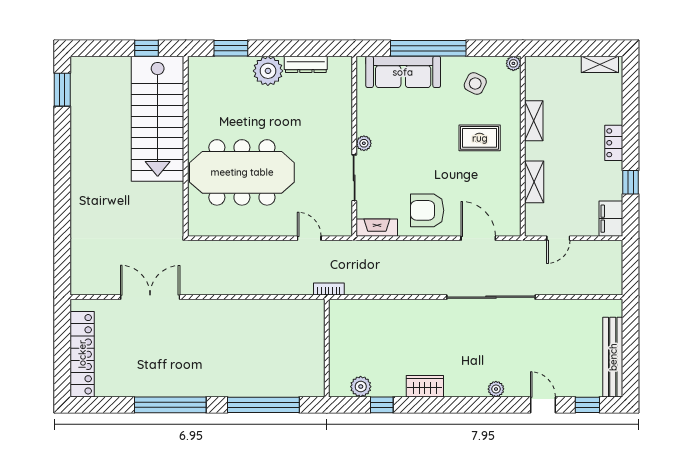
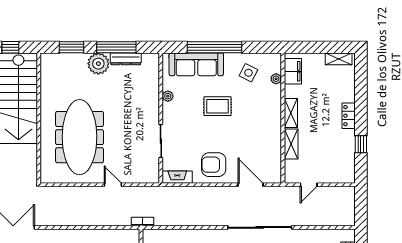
window: (293, 48) -> (116, 47), added
plant: (513, 63) -> (276, 79), moved
shelving: (534, 121) -> (291, 113), moved
rug: (480, 138) -> (217, 106), moved
plant: (364, 143) -> (168, 96), moved
meeting table: (242, 172) -> (80, 137), turned 90
filing cabinet: (611, 219) -> (293, 71), moved, turned 180
door: (309, 238) -> (113, 185), moved

